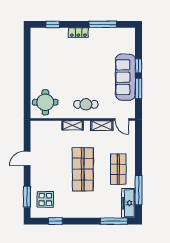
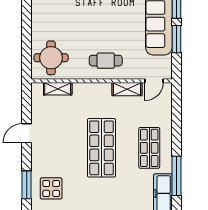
door: (122, 119) -> (154, 81), hinge flipped
shelving: (73, 125) -> (58, 89), moved

